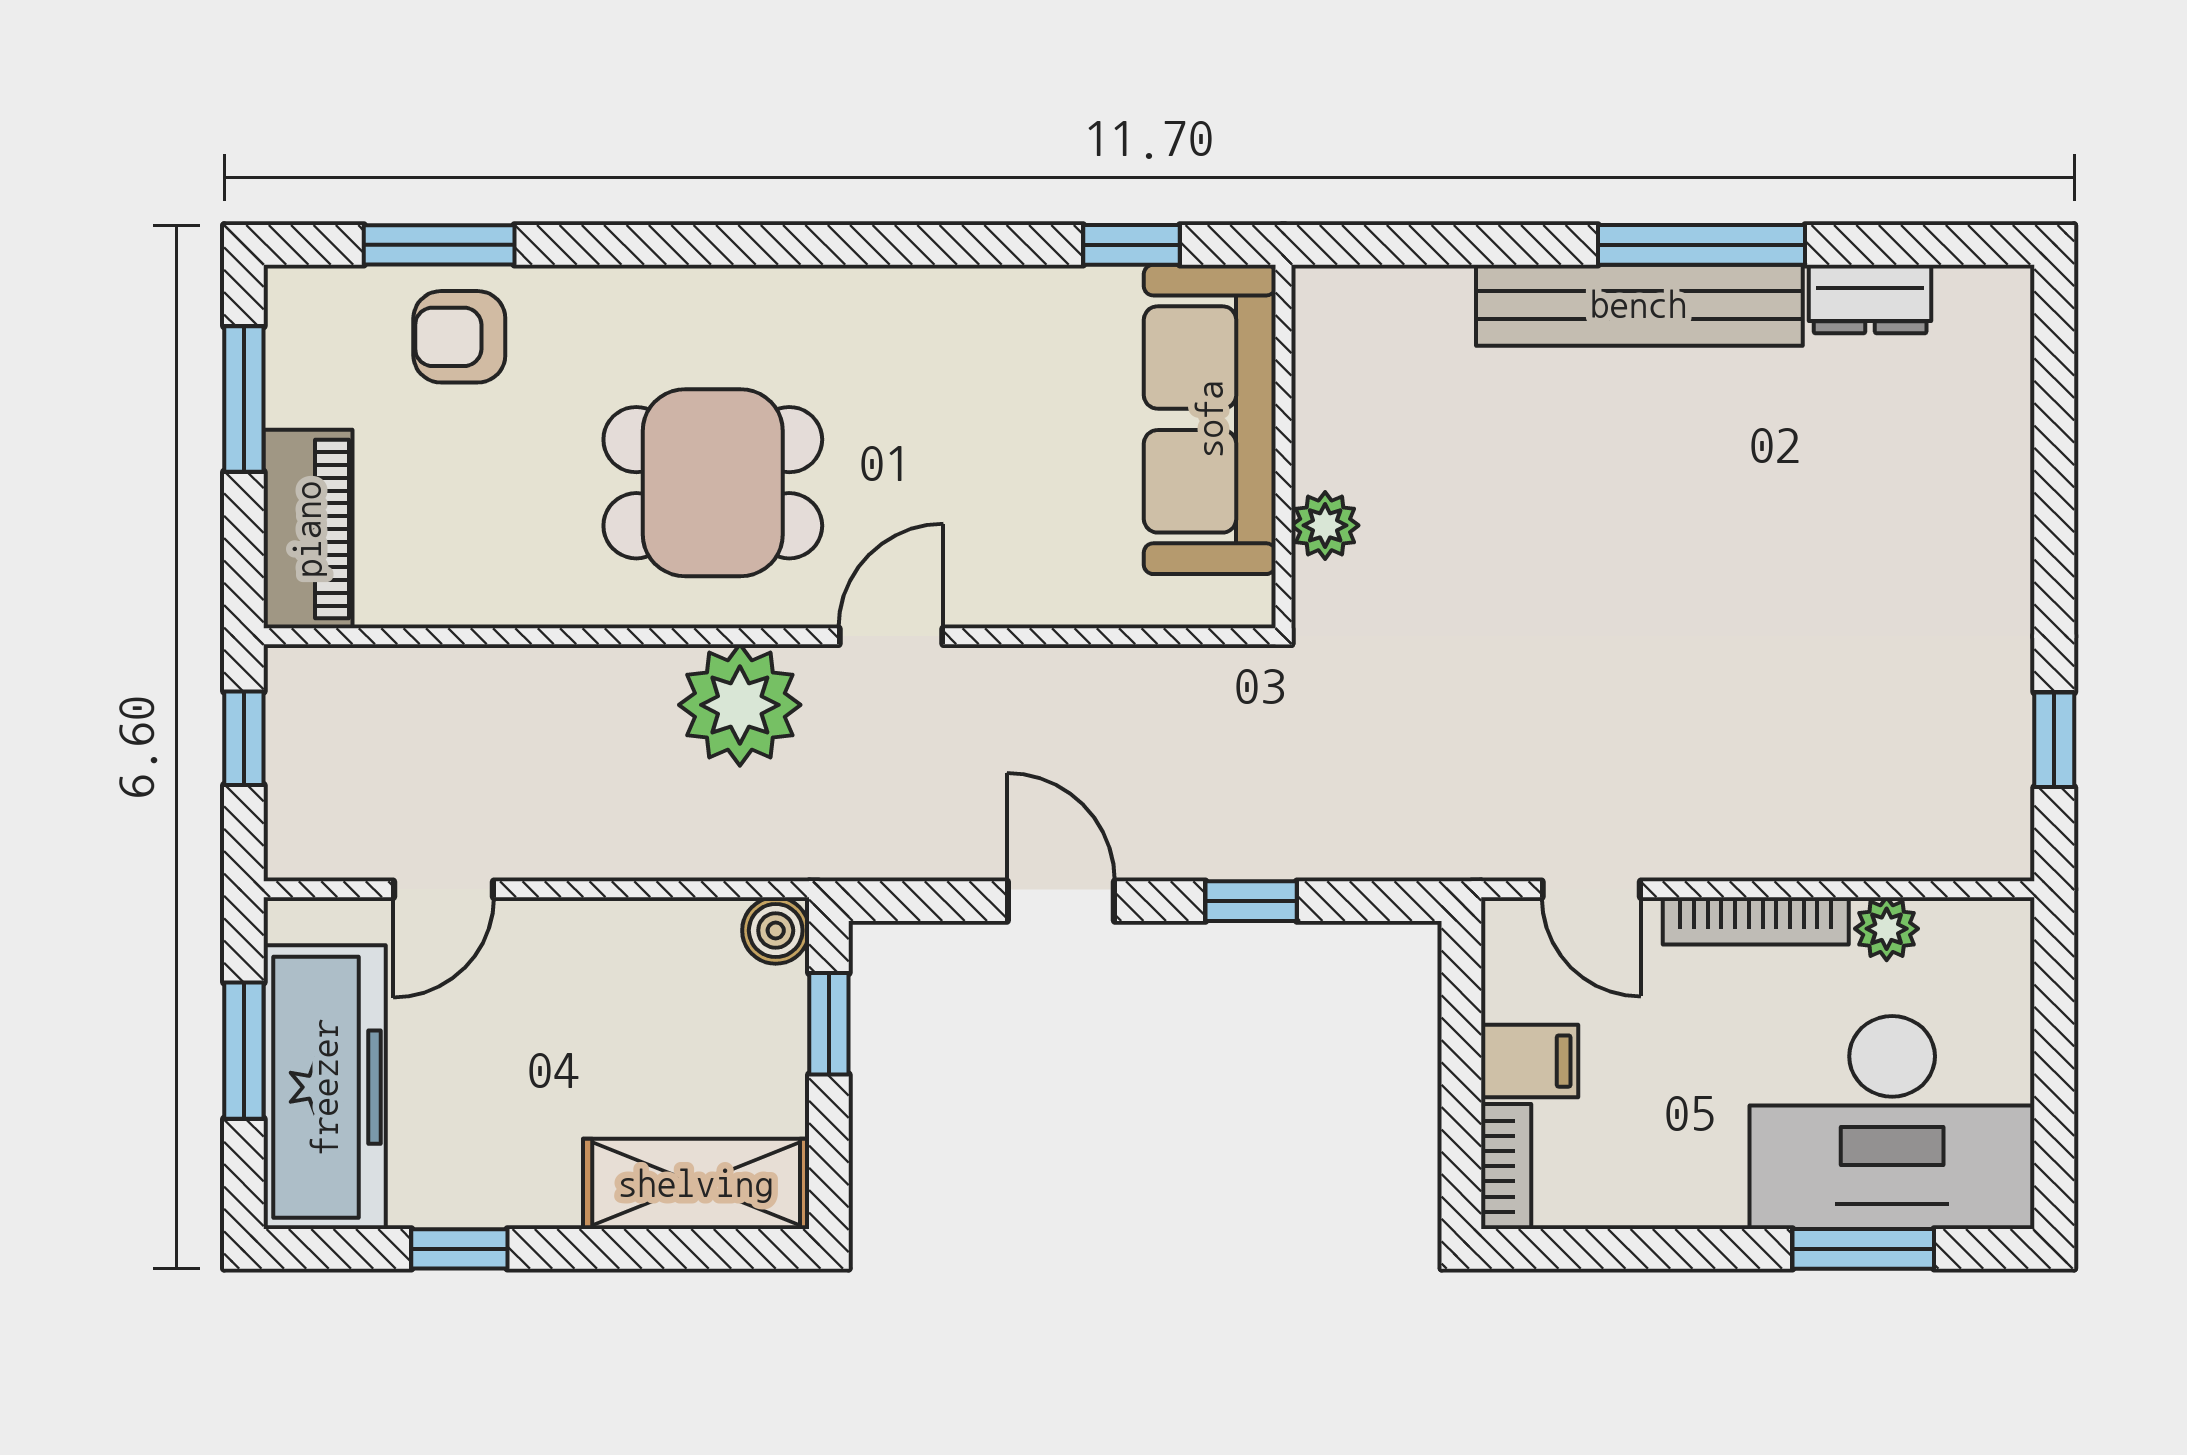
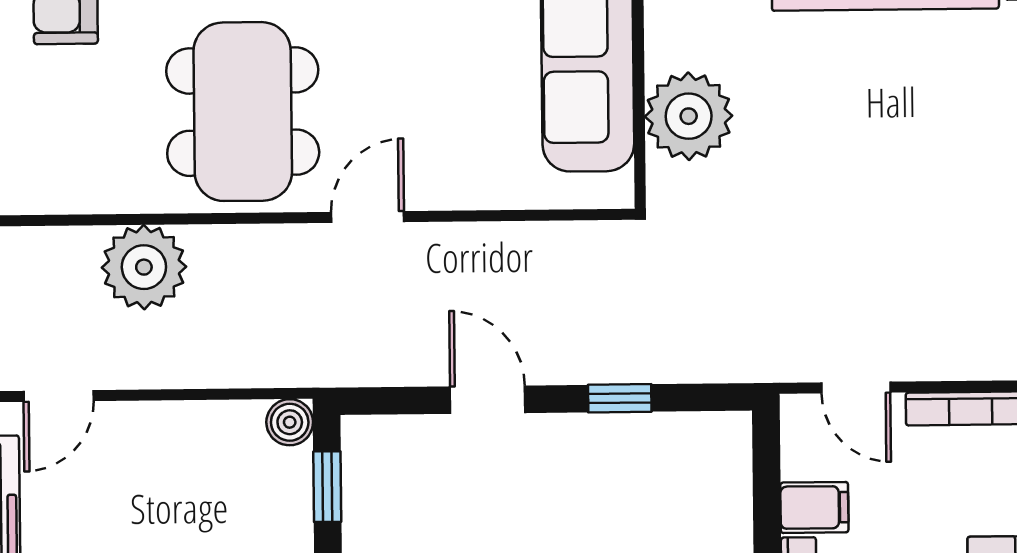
dining table: (713, 483) -> (243, 112), width x1.38
plant: (1325, 525) -> (689, 116), width x1.88, depth x1.88
plant: (740, 705) -> (144, 267), moved

